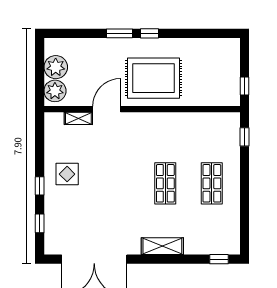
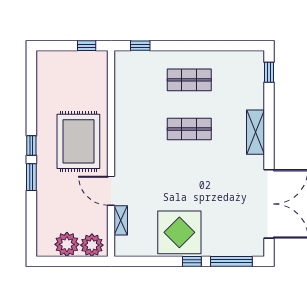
display table: (67, 174) -> (179, 232), width x1.86, depth x1.86
window: (40, 223) -> (231, 261), width x2.17

